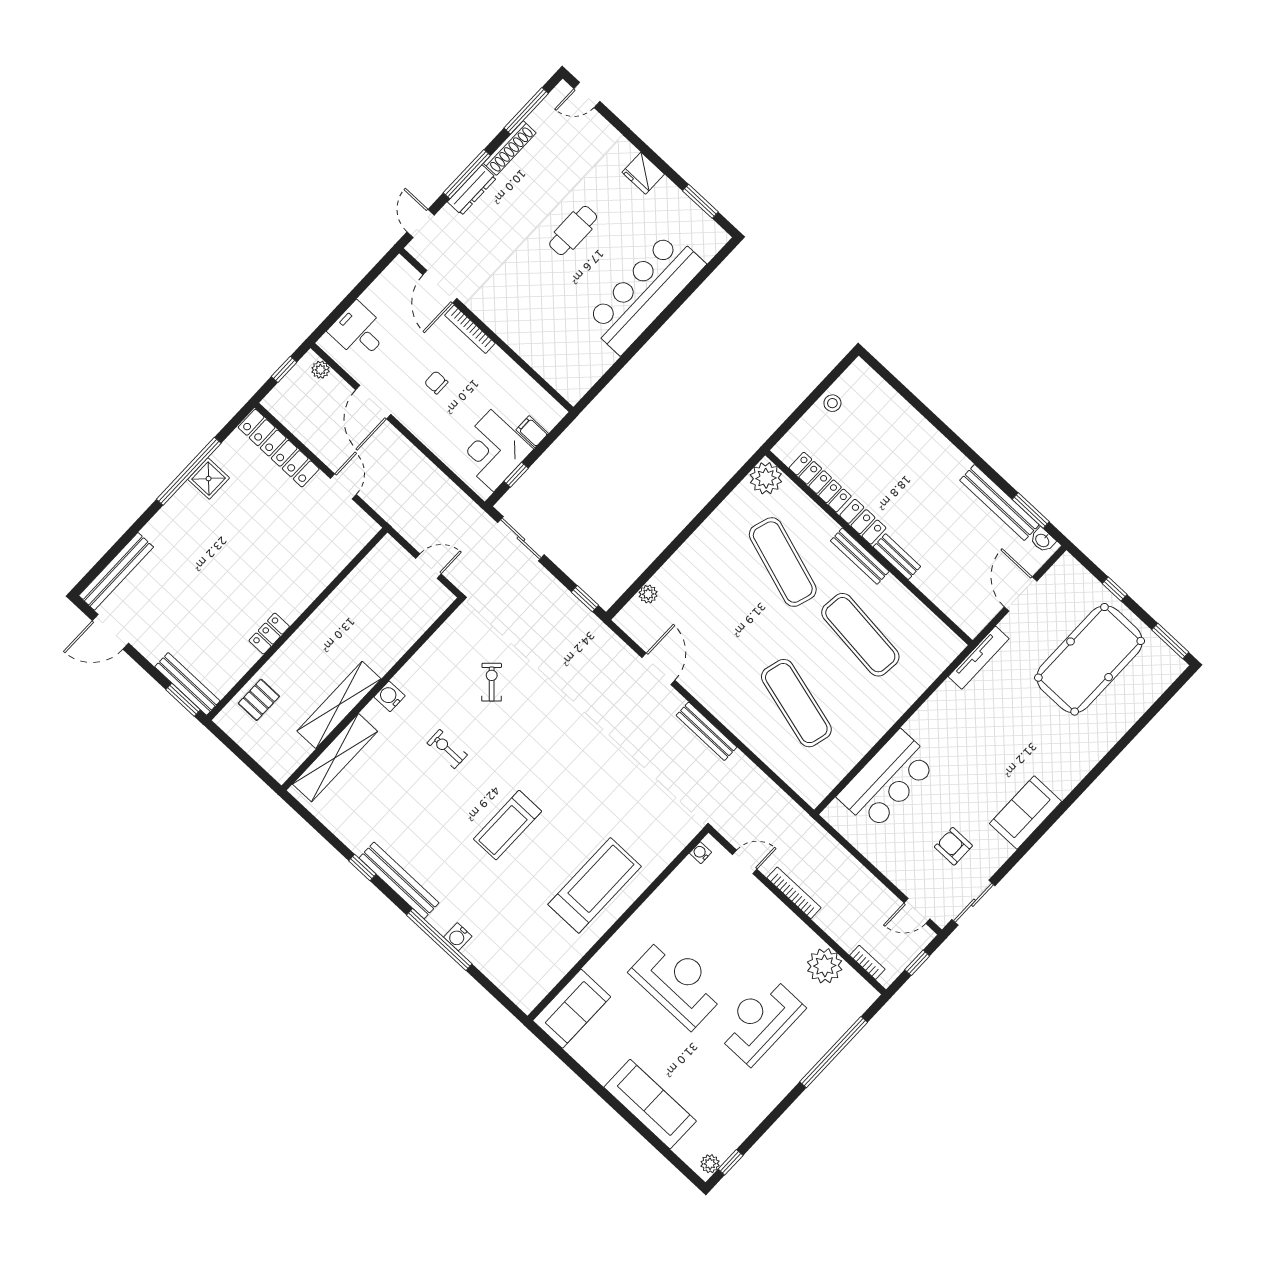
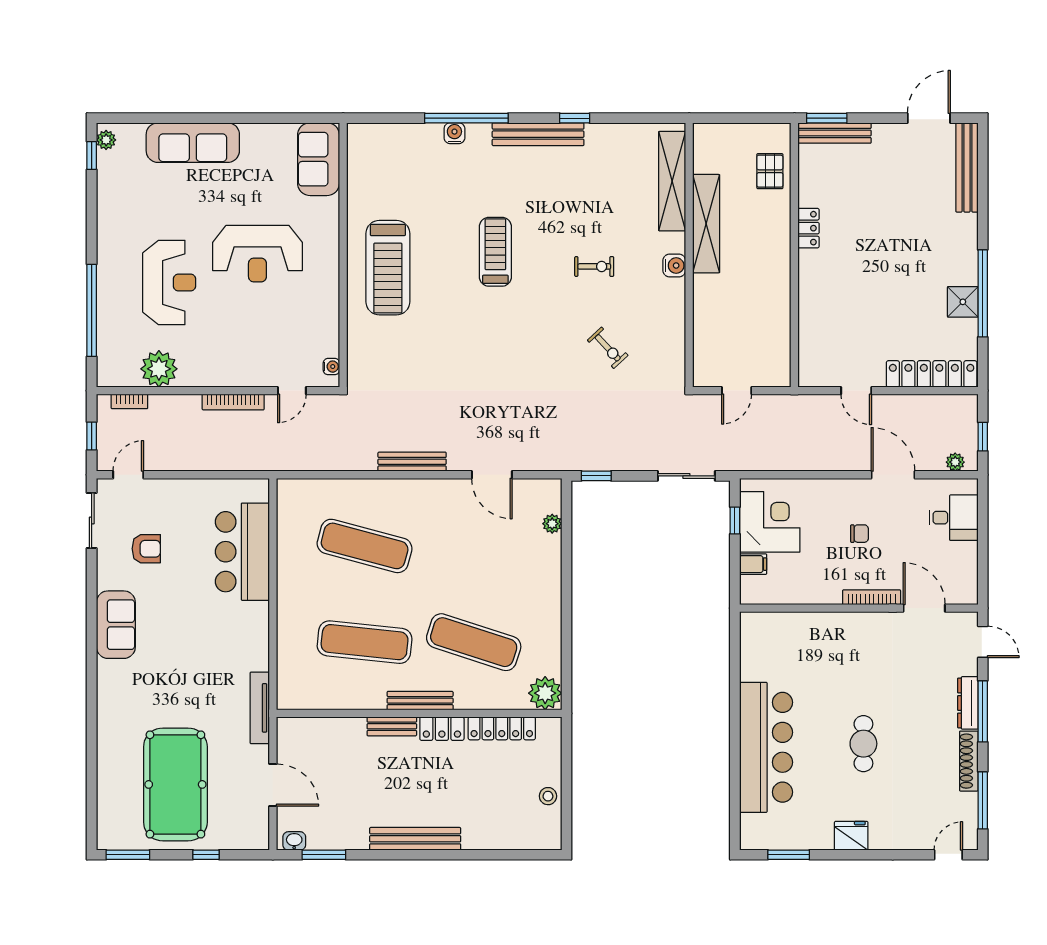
bench: (999, 503) -> (415, 839), moved

